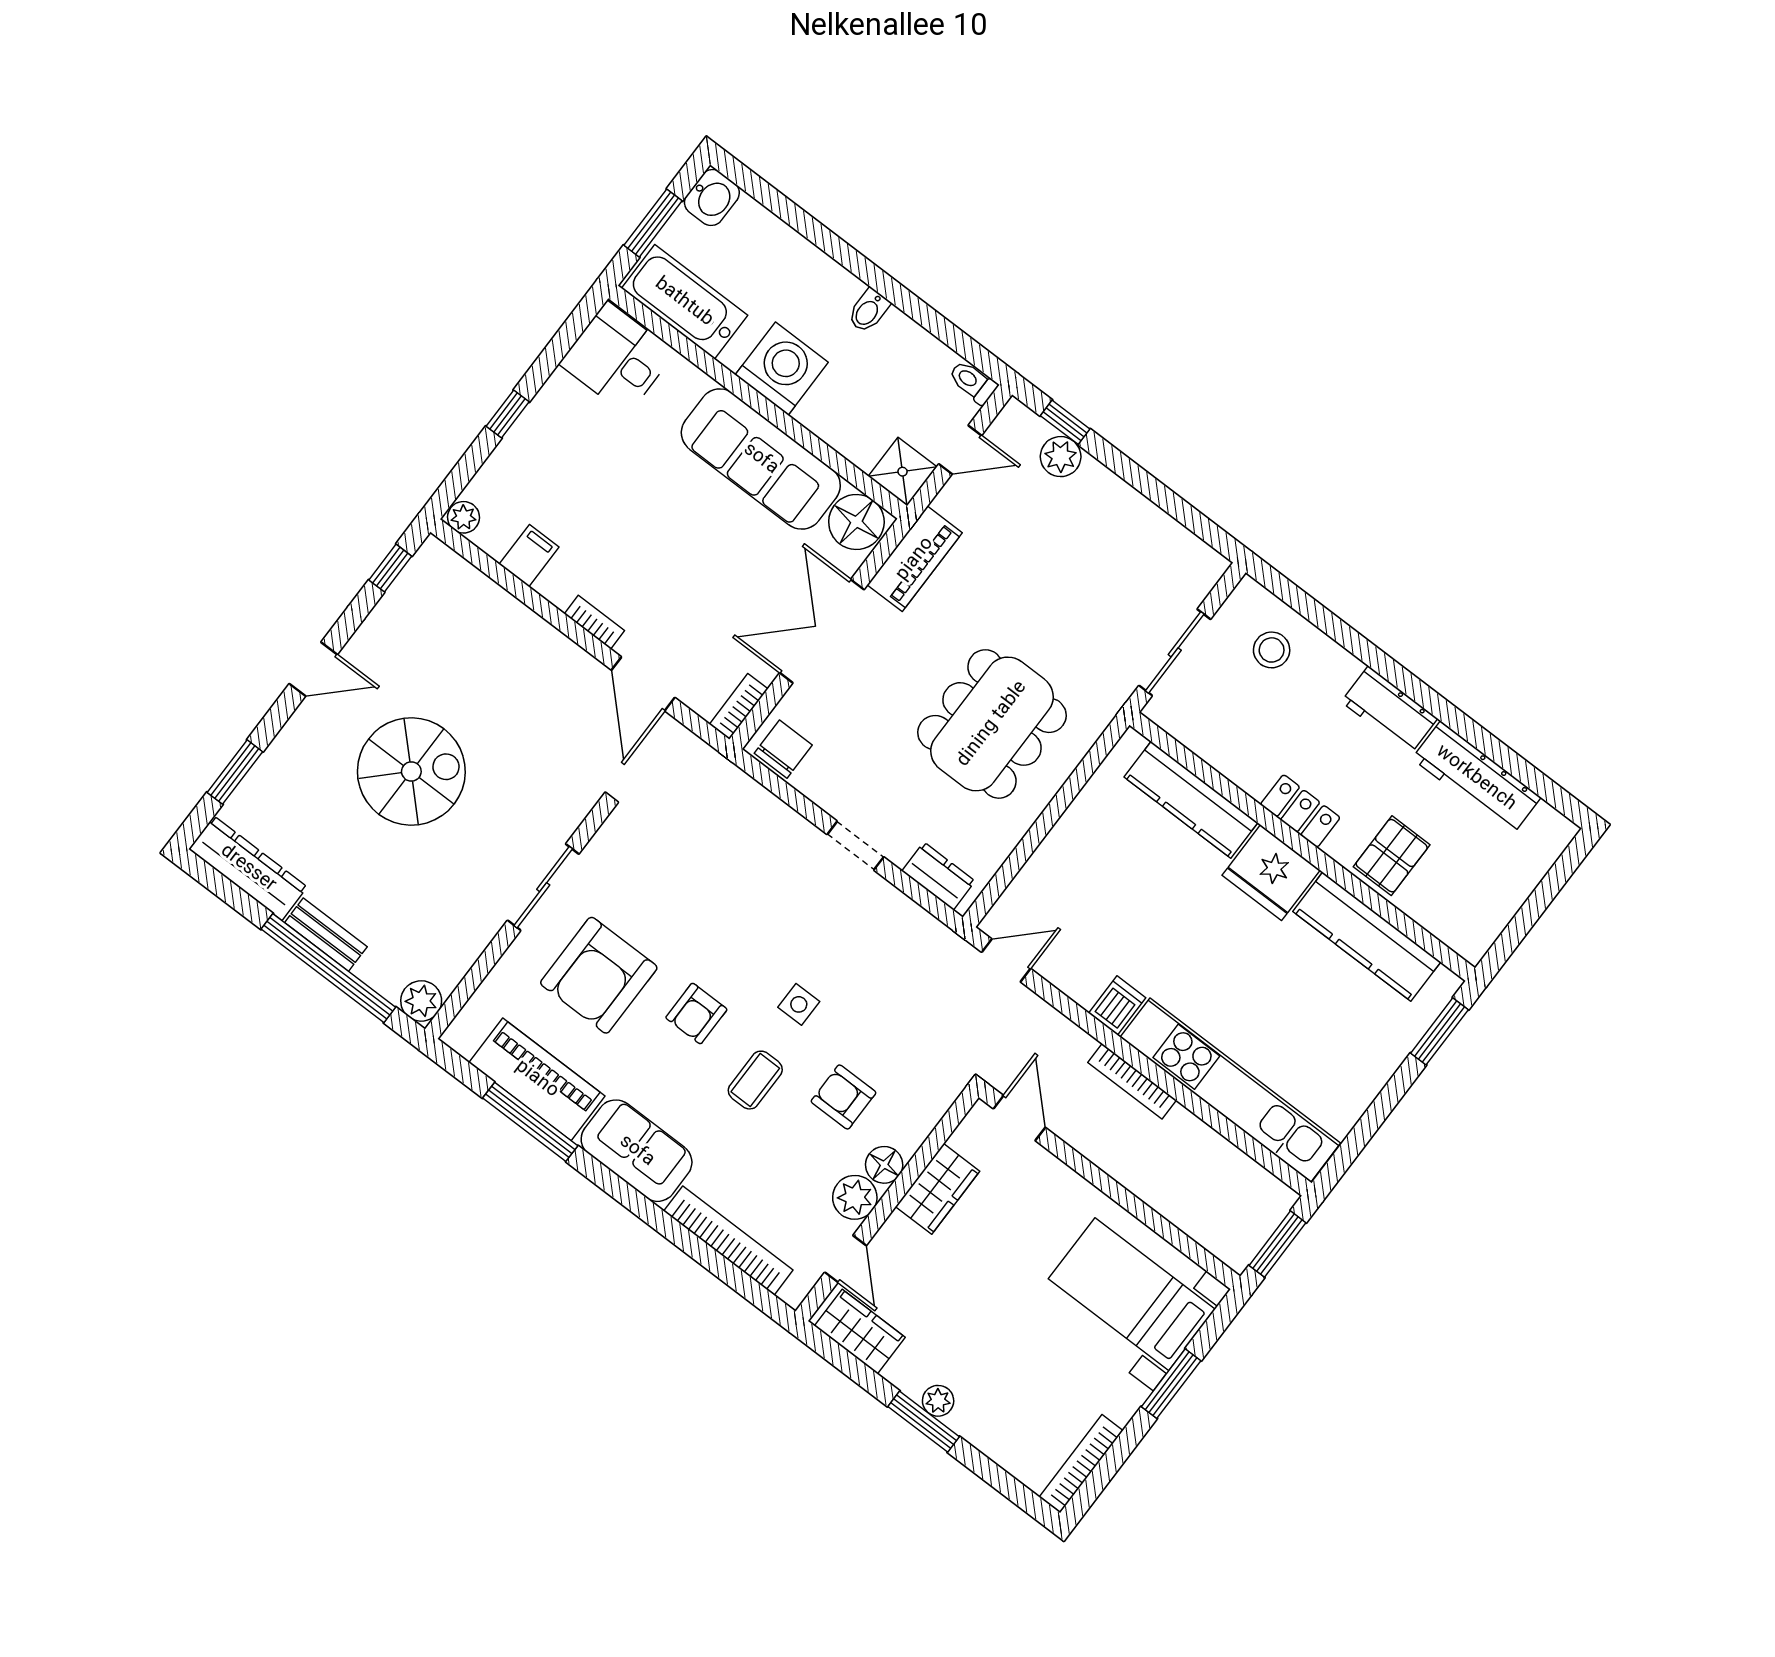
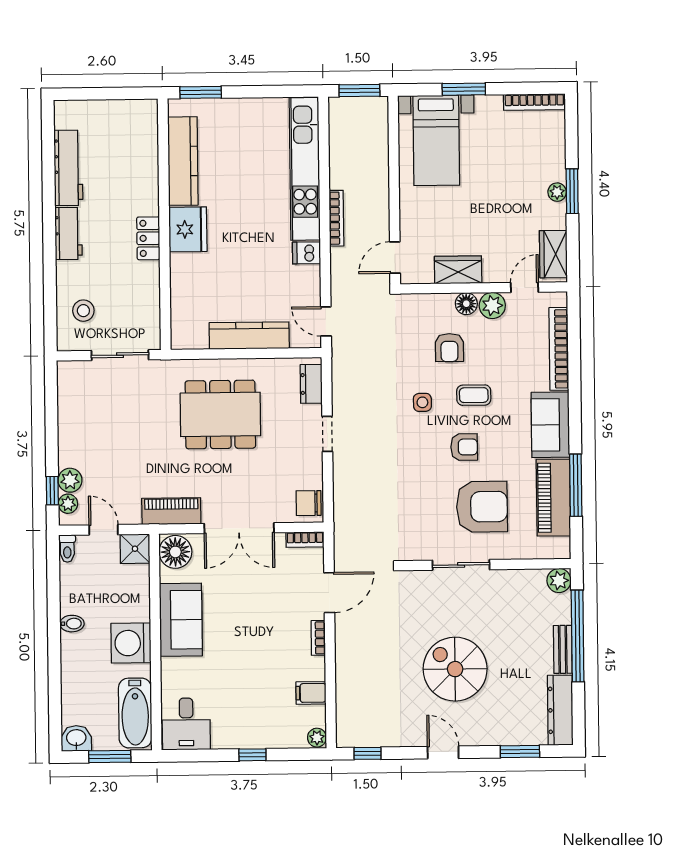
plant: (1032, 429) -> (68, 504), added
sofa: (761, 459) -> (181, 620), width x0.73
kitchen counter: (1191, 800) -> (249, 336), moved, turned -90
pallet: (1392, 856) -> (136, 179), removed

